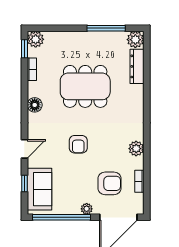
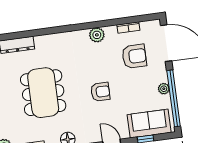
armchair: (109, 183) -> (134, 56), turned 90
plant: (87, 209) -> (164, 89), moved

